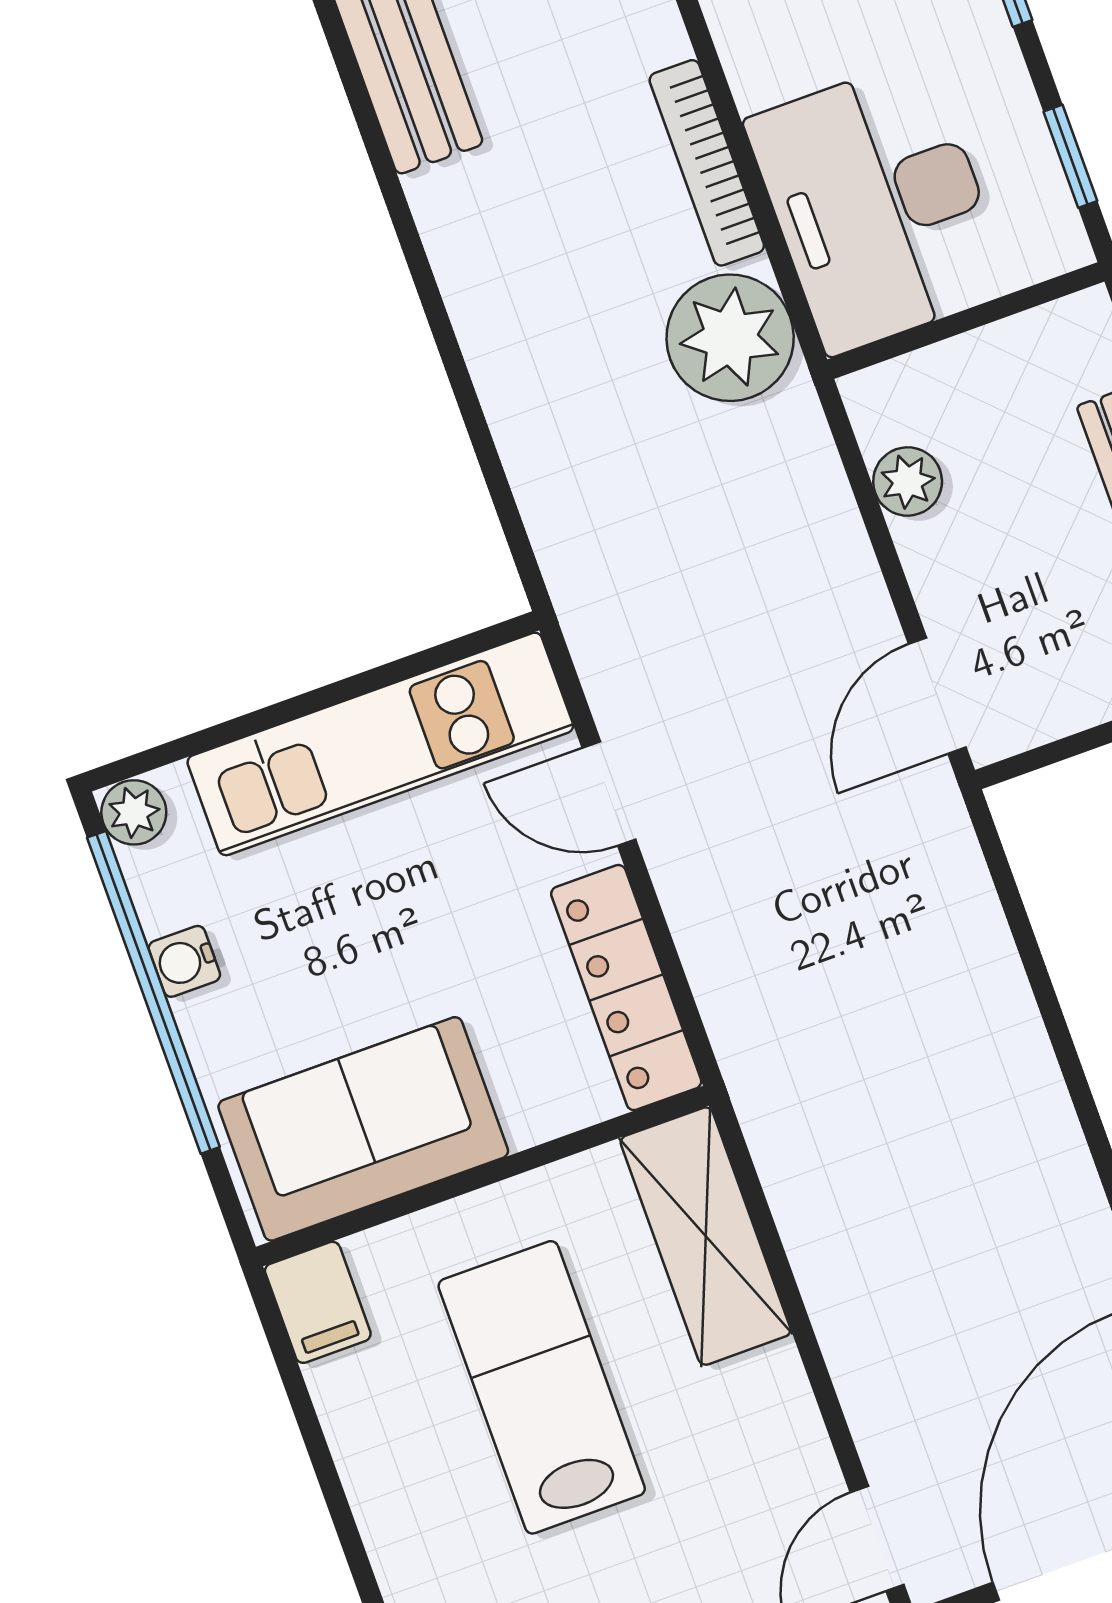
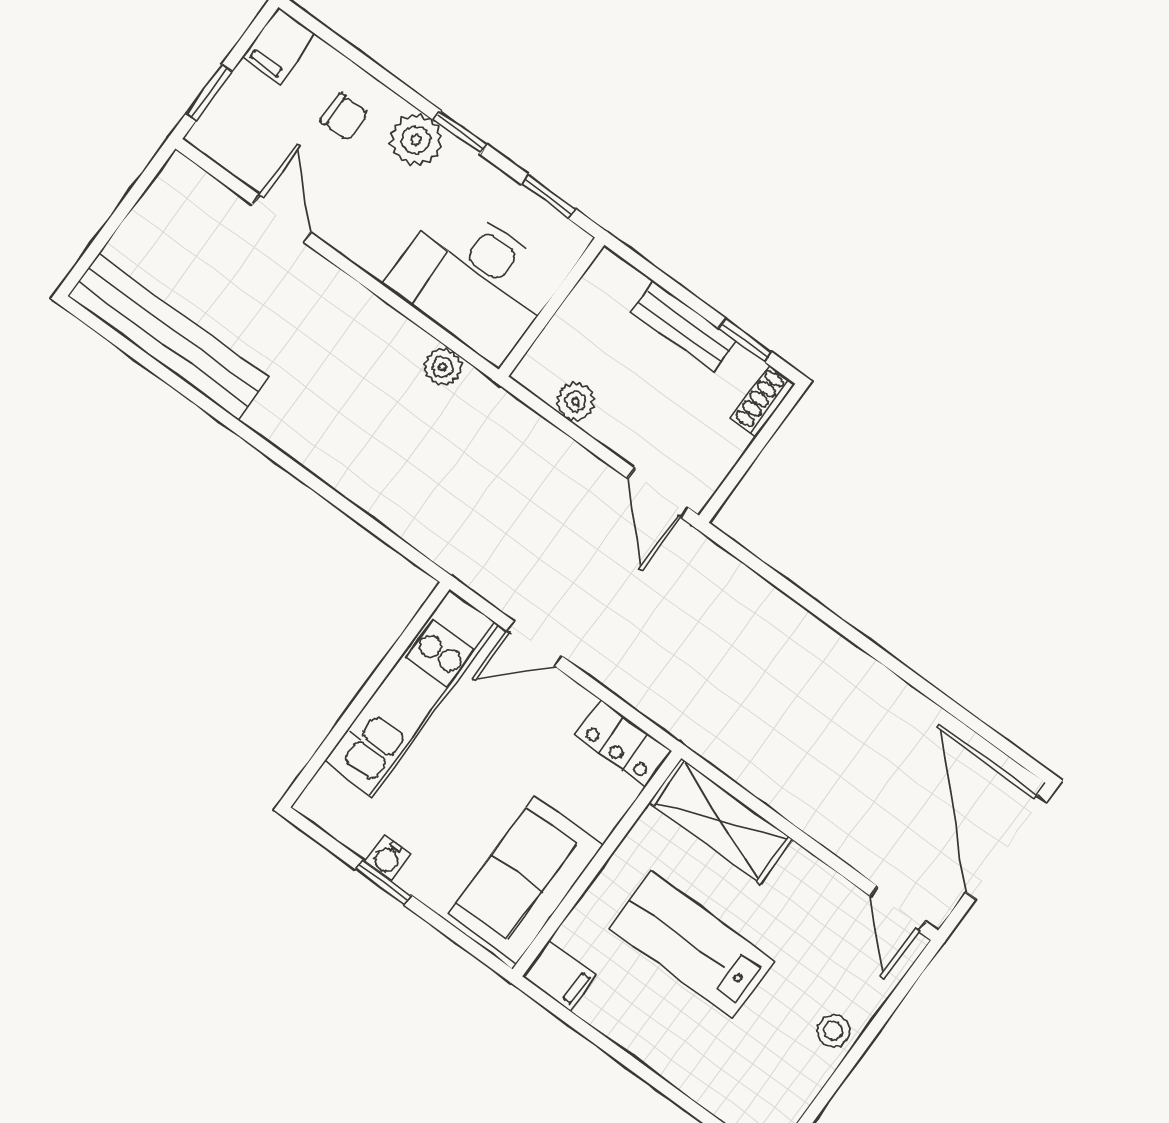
bookcase: (707, 163) -> (379, 316), removed
plant: (730, 338) -> (442, 367), width x0.53, depth x0.53
plant: (134, 812) -> (317, 804), removed
locker: (626, 988) -> (623, 743), width x0.66
window: (153, 992) -> (383, 882), width x0.32

